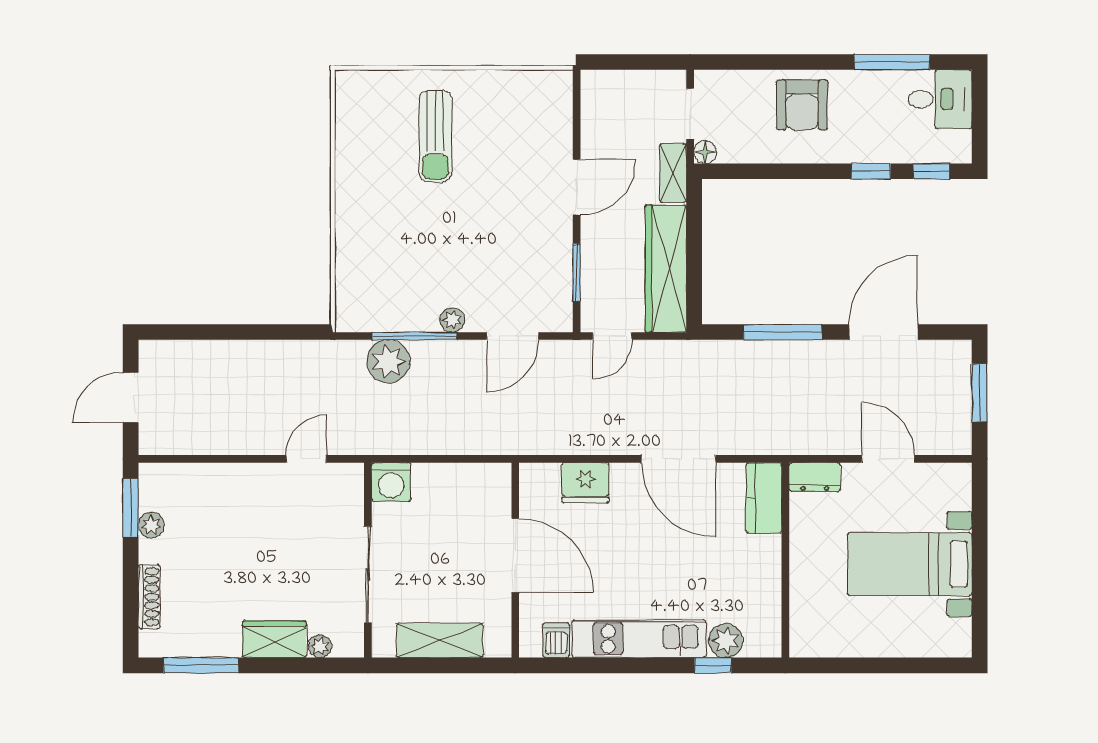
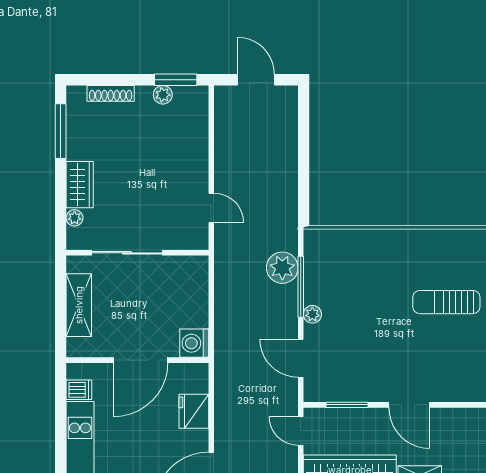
washing machine: (391, 482) -> (194, 343), moved

